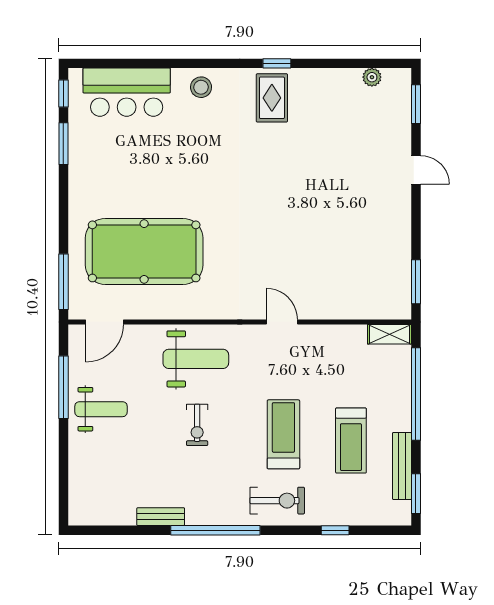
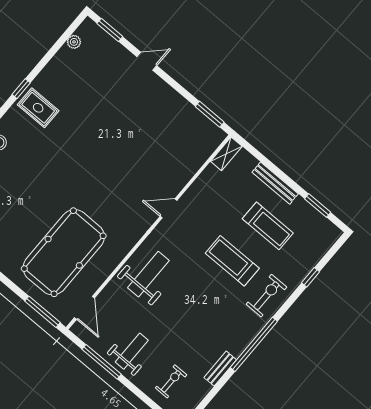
window: (416, 394) -> (272, 167), removed
exercise bike: (197, 425) -> (171, 381), moved, turned -90
bench: (402, 466) -> (275, 183), moved
window: (416, 494) -> (318, 206), moved

